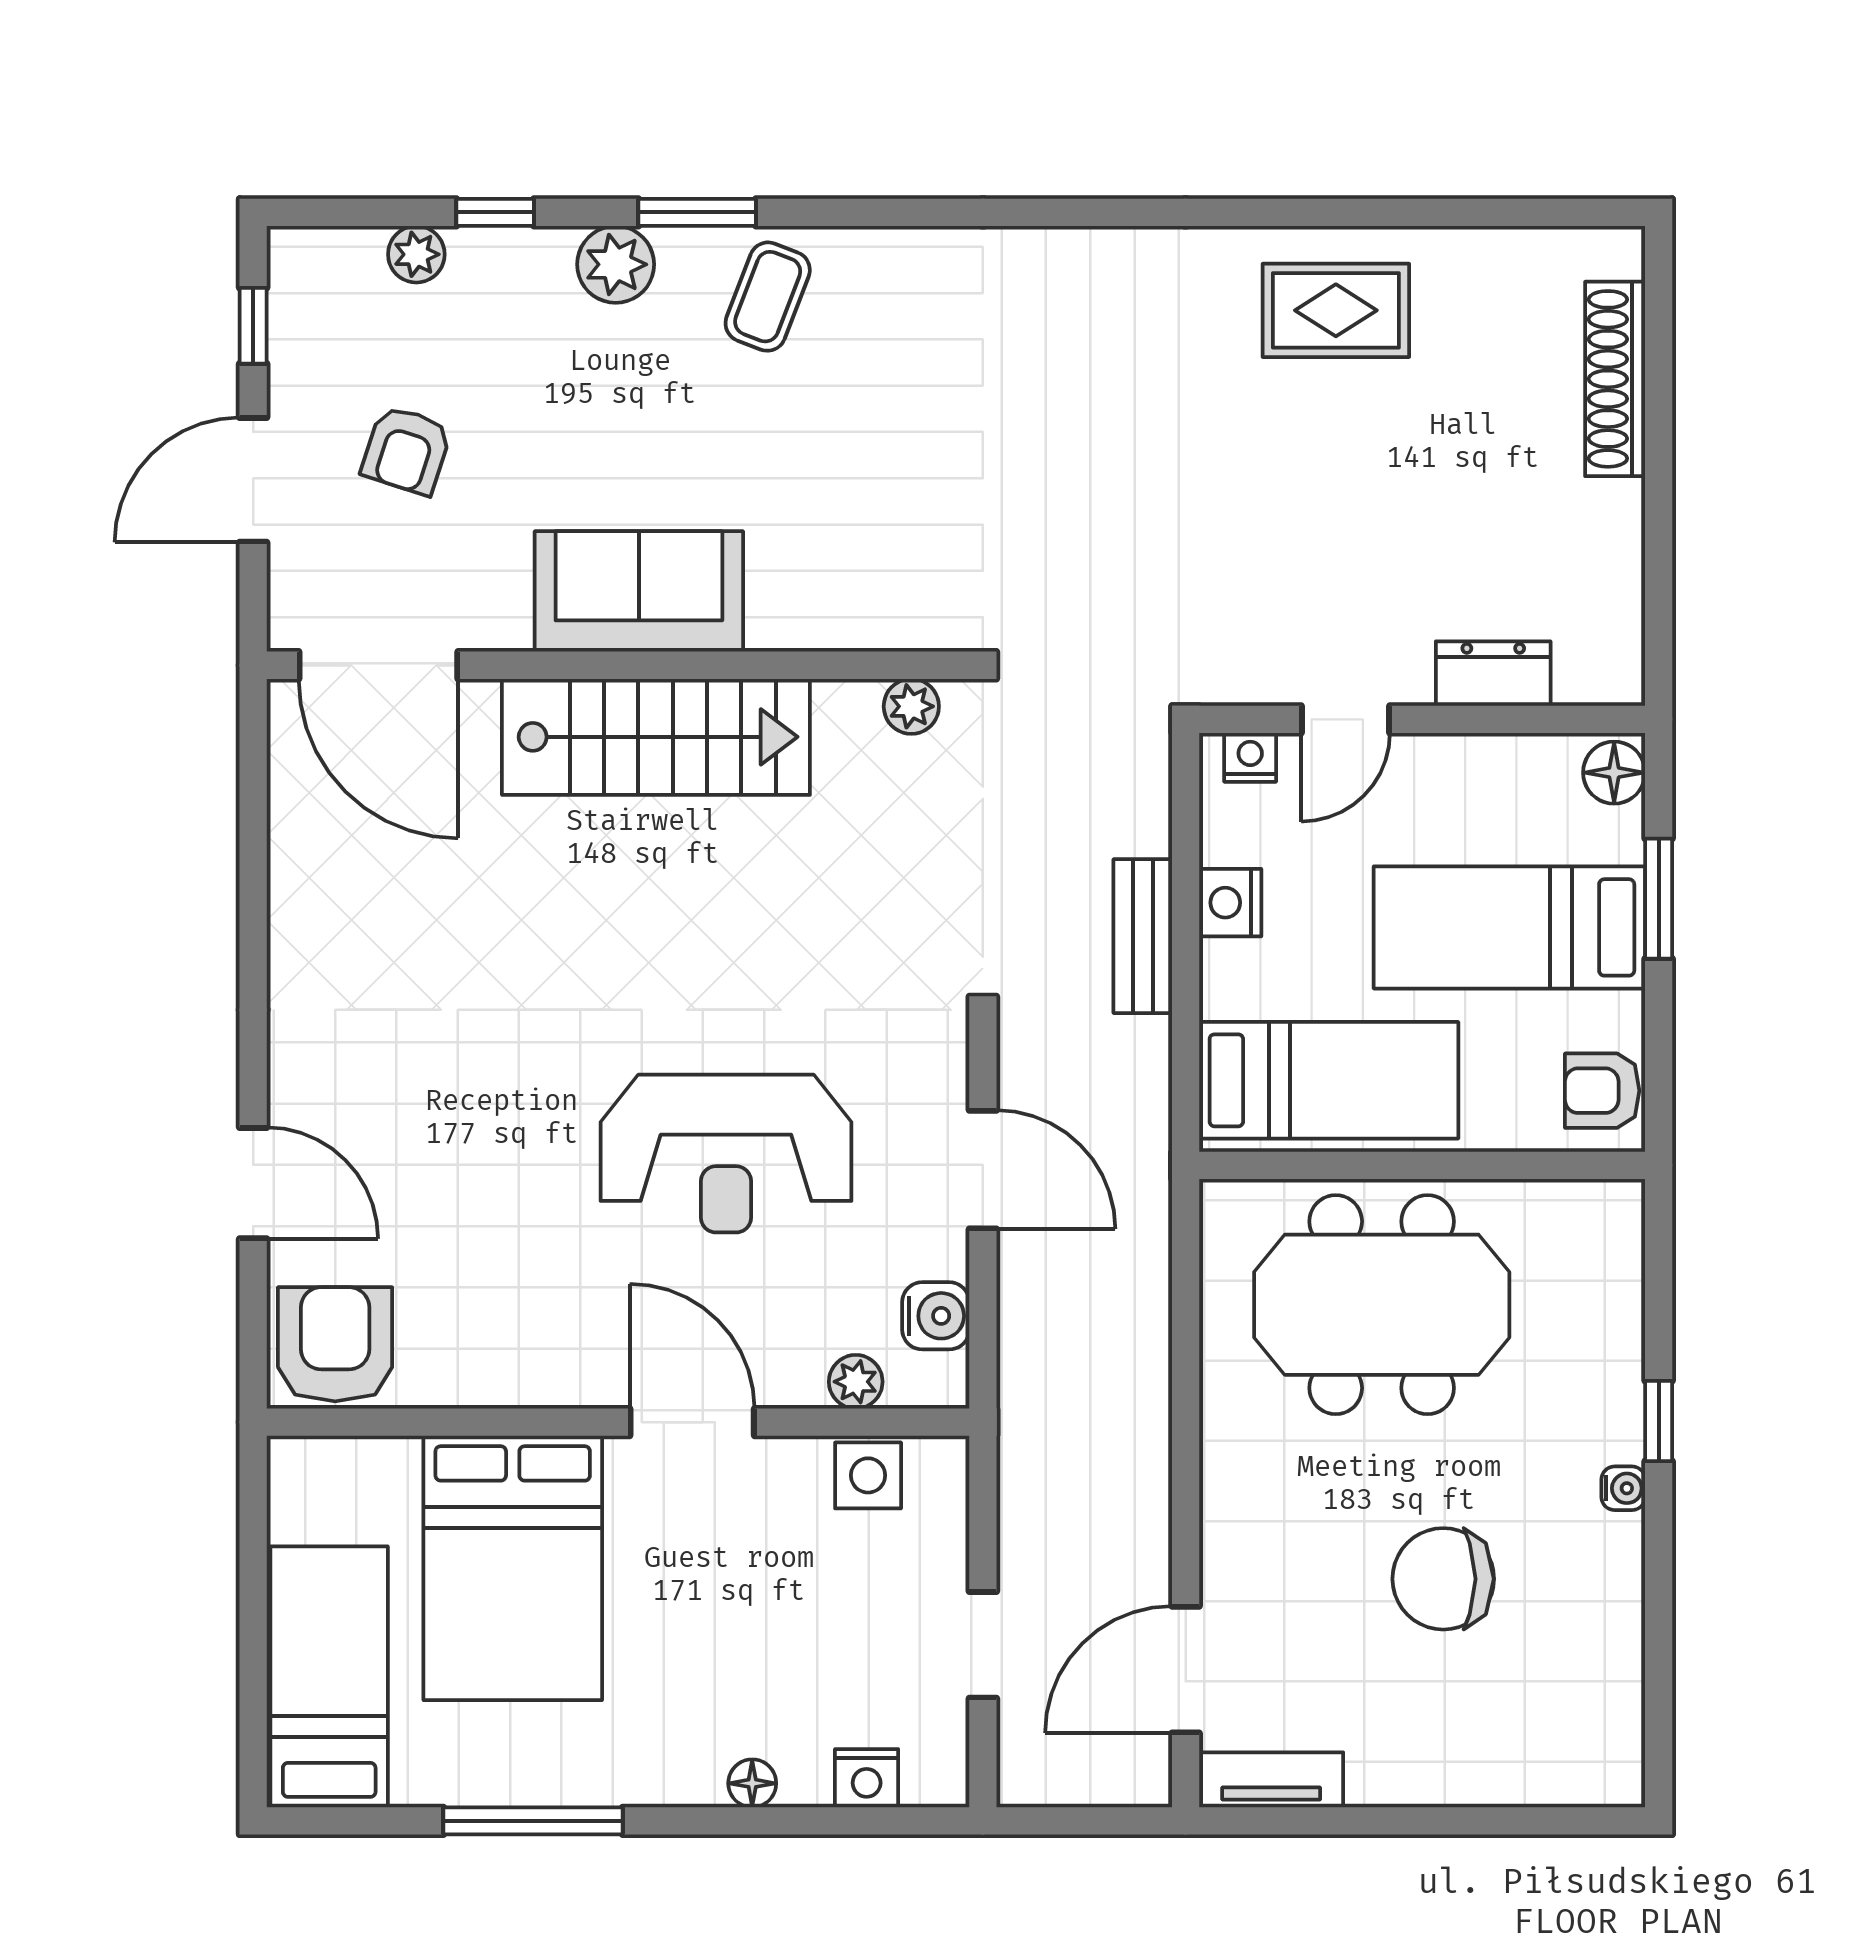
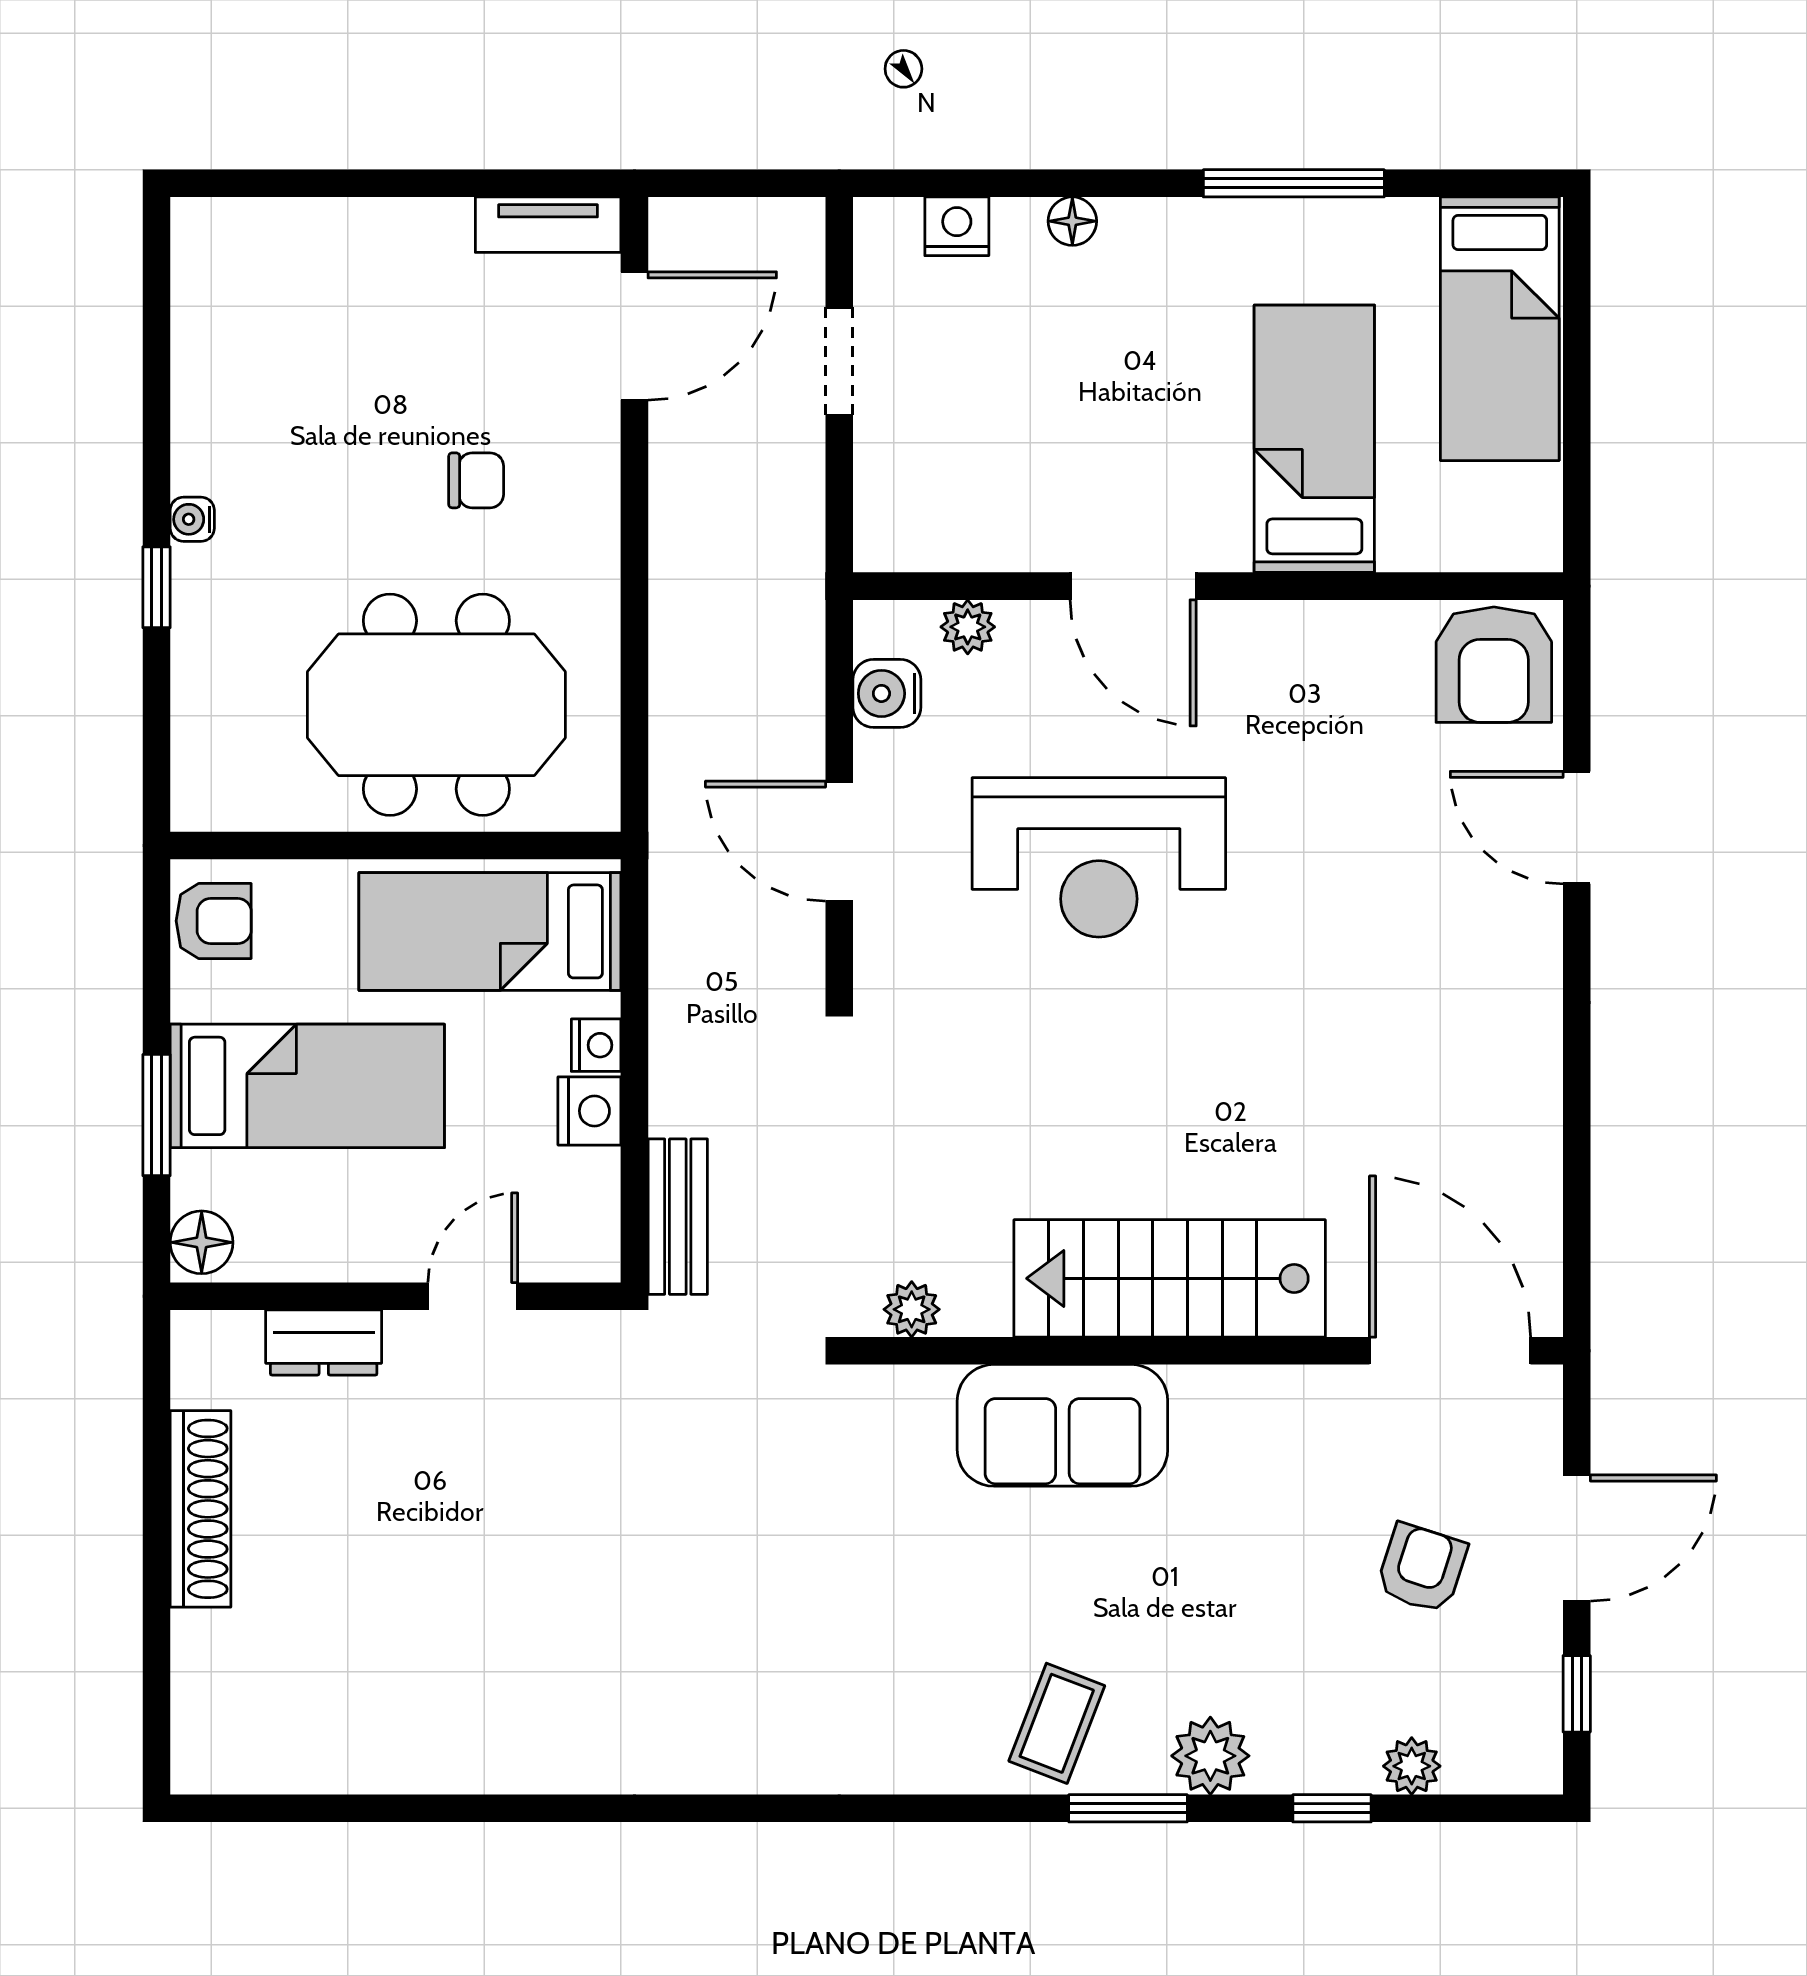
rug: (1336, 310) -> (483, 1709), removed
shoe rack: (1615, 379) -> (200, 1509), moved
sofa: (639, 591) -> (1062, 1425), moved
nightstand: (1250, 757) -> (596, 1045), moved, turned -90
bench: (1143, 936) -> (678, 1217), moved
reception desk: (726, 1154) -> (1099, 857), turned 180
side table: (868, 1475) -> (955, 532), removed
bed: (513, 1568) -> (1314, 439), width x0.67
chair: (1443, 1579) -> (476, 480), moved, width x0.54, depth x0.54

